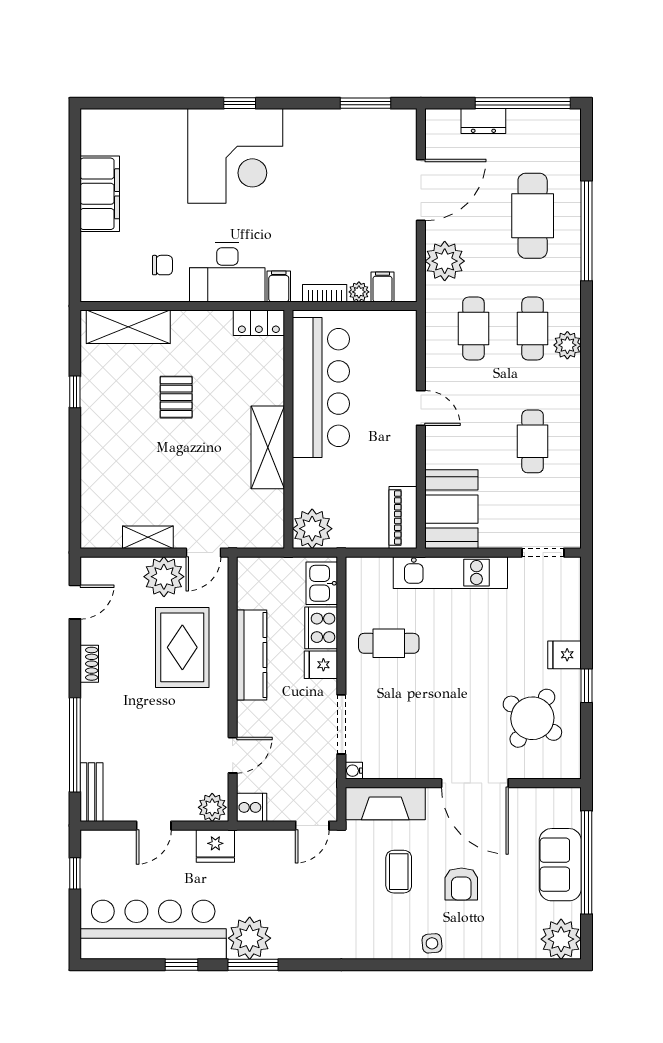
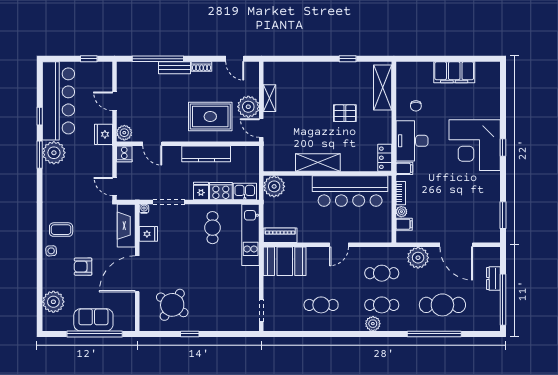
kitchen unit: (450, 573) -> (251, 235), moved
fridge: (565, 655) -> (148, 234), moved, turned 90
bench: (91, 792) -> (174, 68), moved
coffee table: (399, 872) -> (61, 230), moved
plant: (561, 939) -> (53, 302), moved

